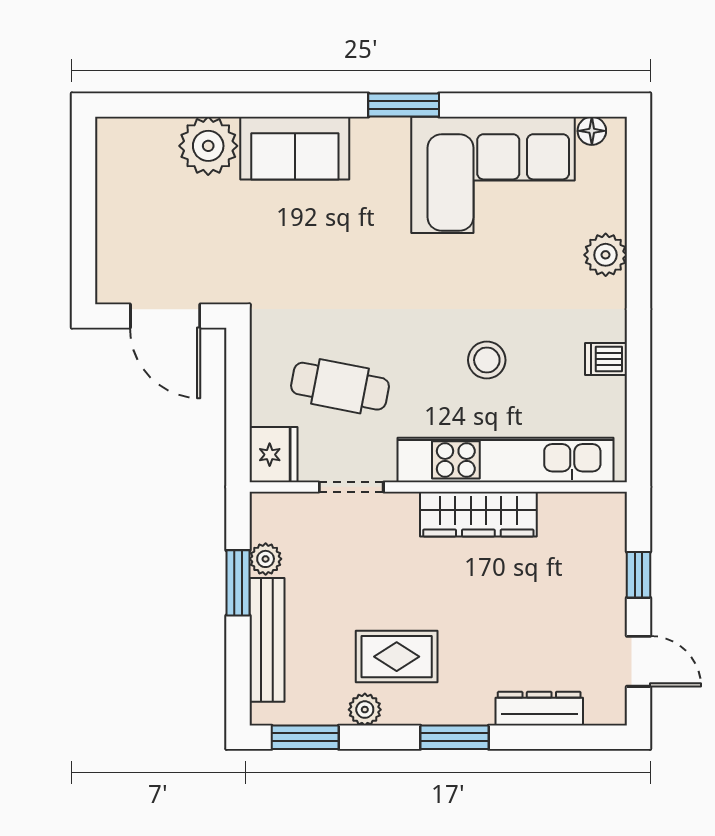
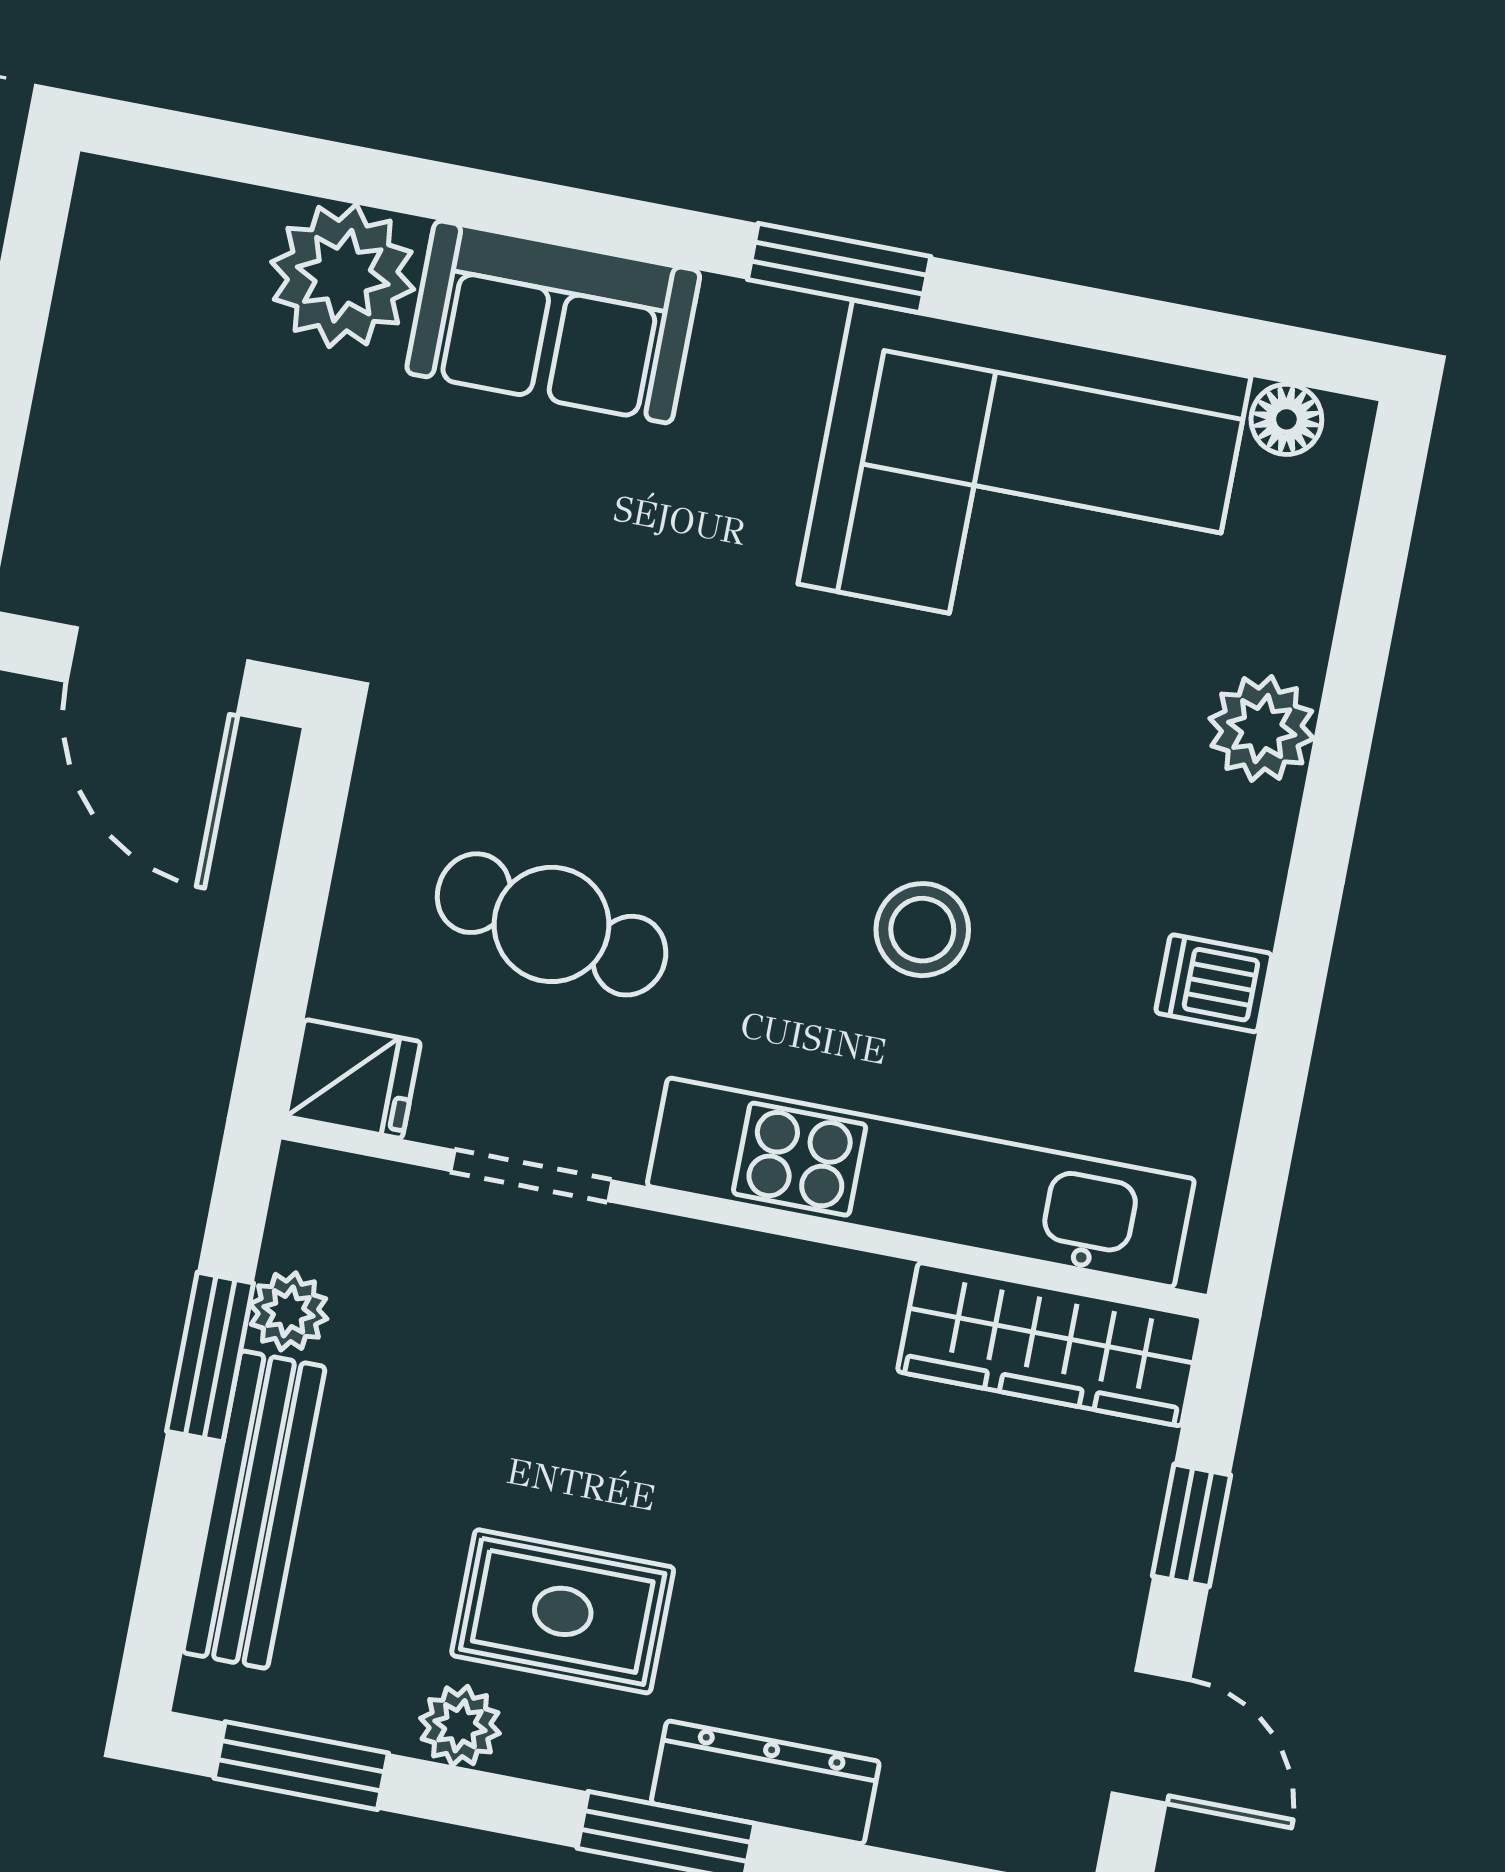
fridge: (273, 455) -> (353, 1079), width x0.72
wardrobe: (478, 514) -> (1050, 1344), moved
dresser: (539, 709) -> (765, 1782), moved

